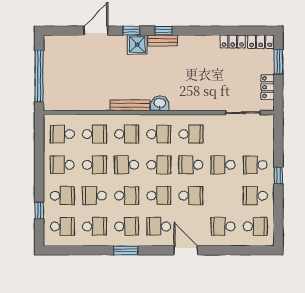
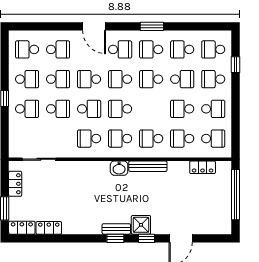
locker: (73, 104) -> (203, 167), added
school desk: (127, 165) -> (58, 79), moved

